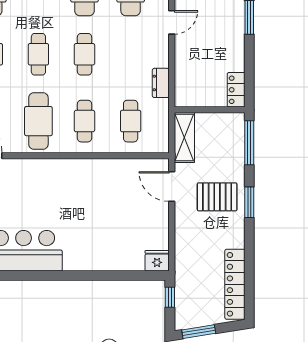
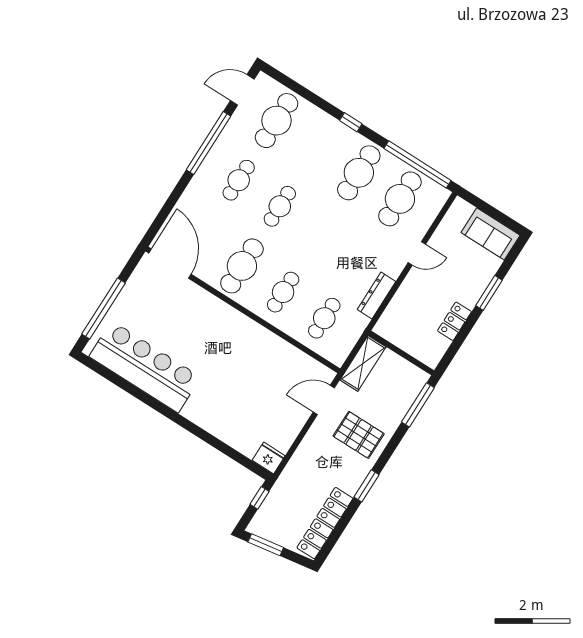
cafe table: (84, 54) -> (321, 232), removed
dresser: (161, 83) -> (376, 296), width x1.44
locker: (236, 90) -> (454, 321), moved
door: (172, 187) -> (324, 400), hinge flipped
window: (249, 202) -> (367, 486), moved

